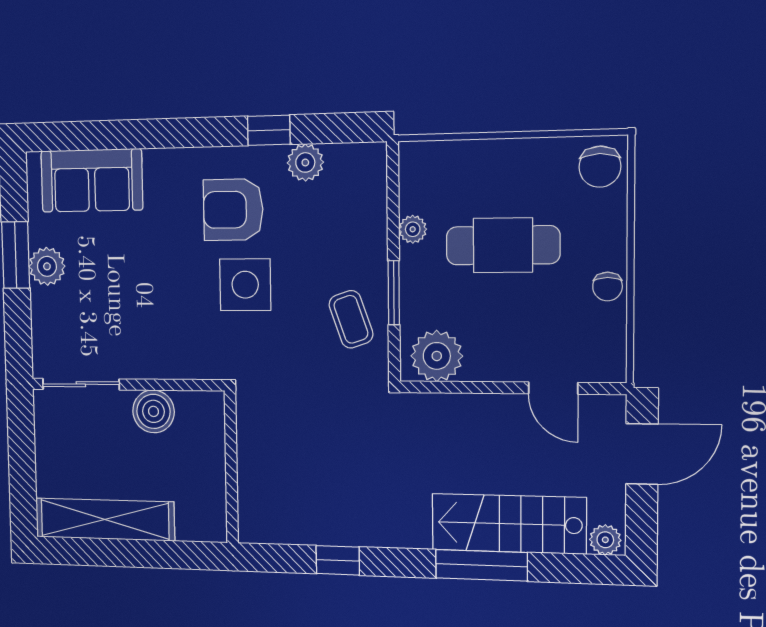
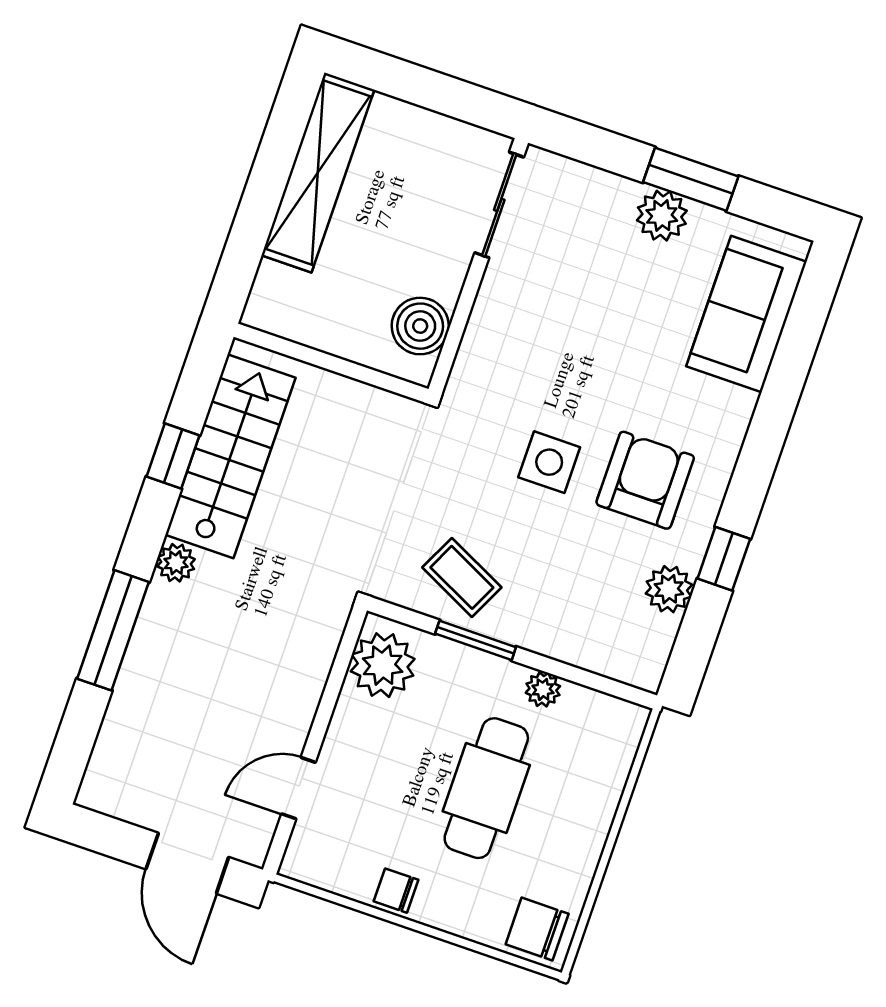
side table: (245, 285) -> (549, 462), width x0.73, depth x0.73
coffee table: (351, 319) -> (462, 577), turned 45
boiler: (153, 411) -> (420, 326), moved
stairs: (509, 524) -> (230, 456), moved
plant: (605, 540) -> (176, 563), moved

